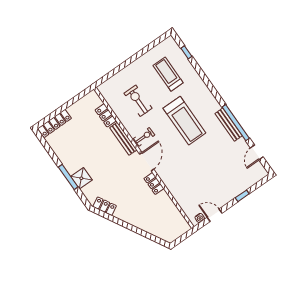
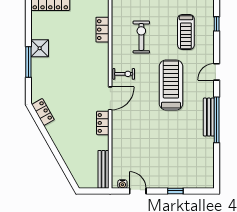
treadmill: (168, 74) -> (186, 32), turned 180
treadmill: (184, 121) -> (171, 85), turned 180
bench: (123, 139) -> (103, 169), moved
door: (257, 152) -> (217, 72), moved
shower: (81, 178) -> (40, 48), moved

